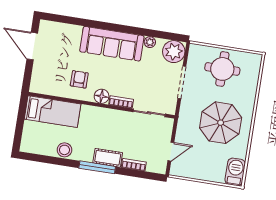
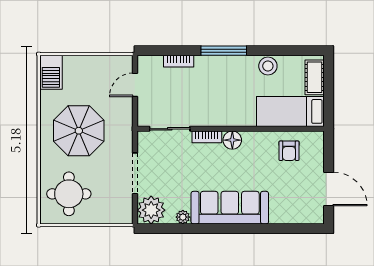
round table: (222, 69) -> (69, 194), moved
armchair: (79, 79) -> (289, 151), moved
cot: (108, 158) -> (315, 77), moved, turned 90

